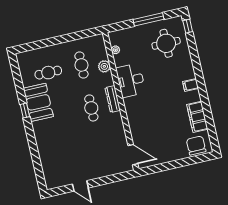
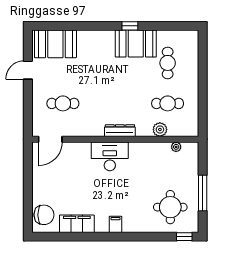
desk: (131, 80) -> (110, 156), moved
cafe table: (91, 108) -> (63, 103), moved
booth: (54, 168) -> (55, 44), added

